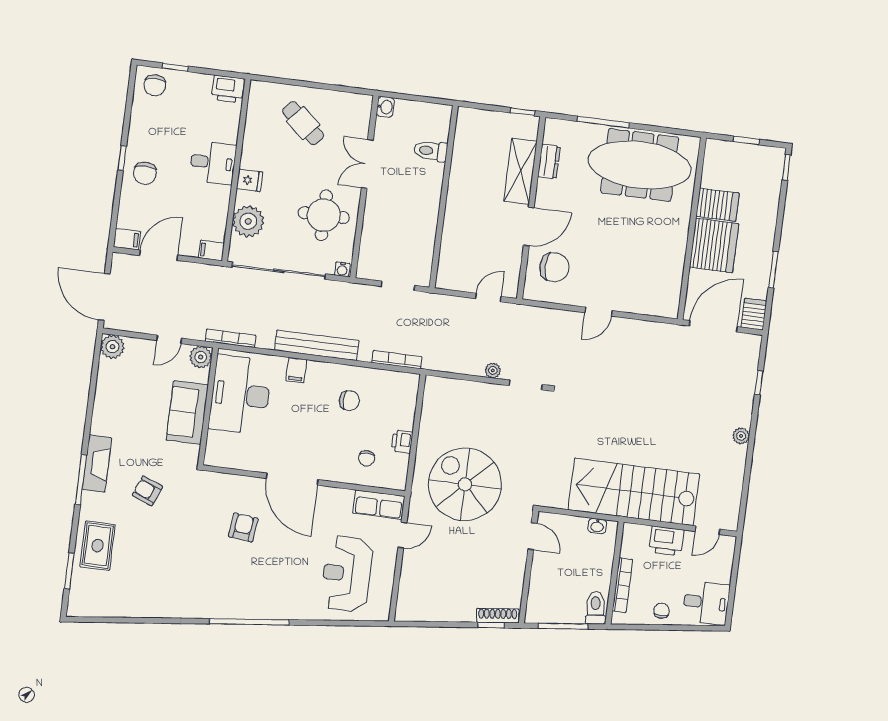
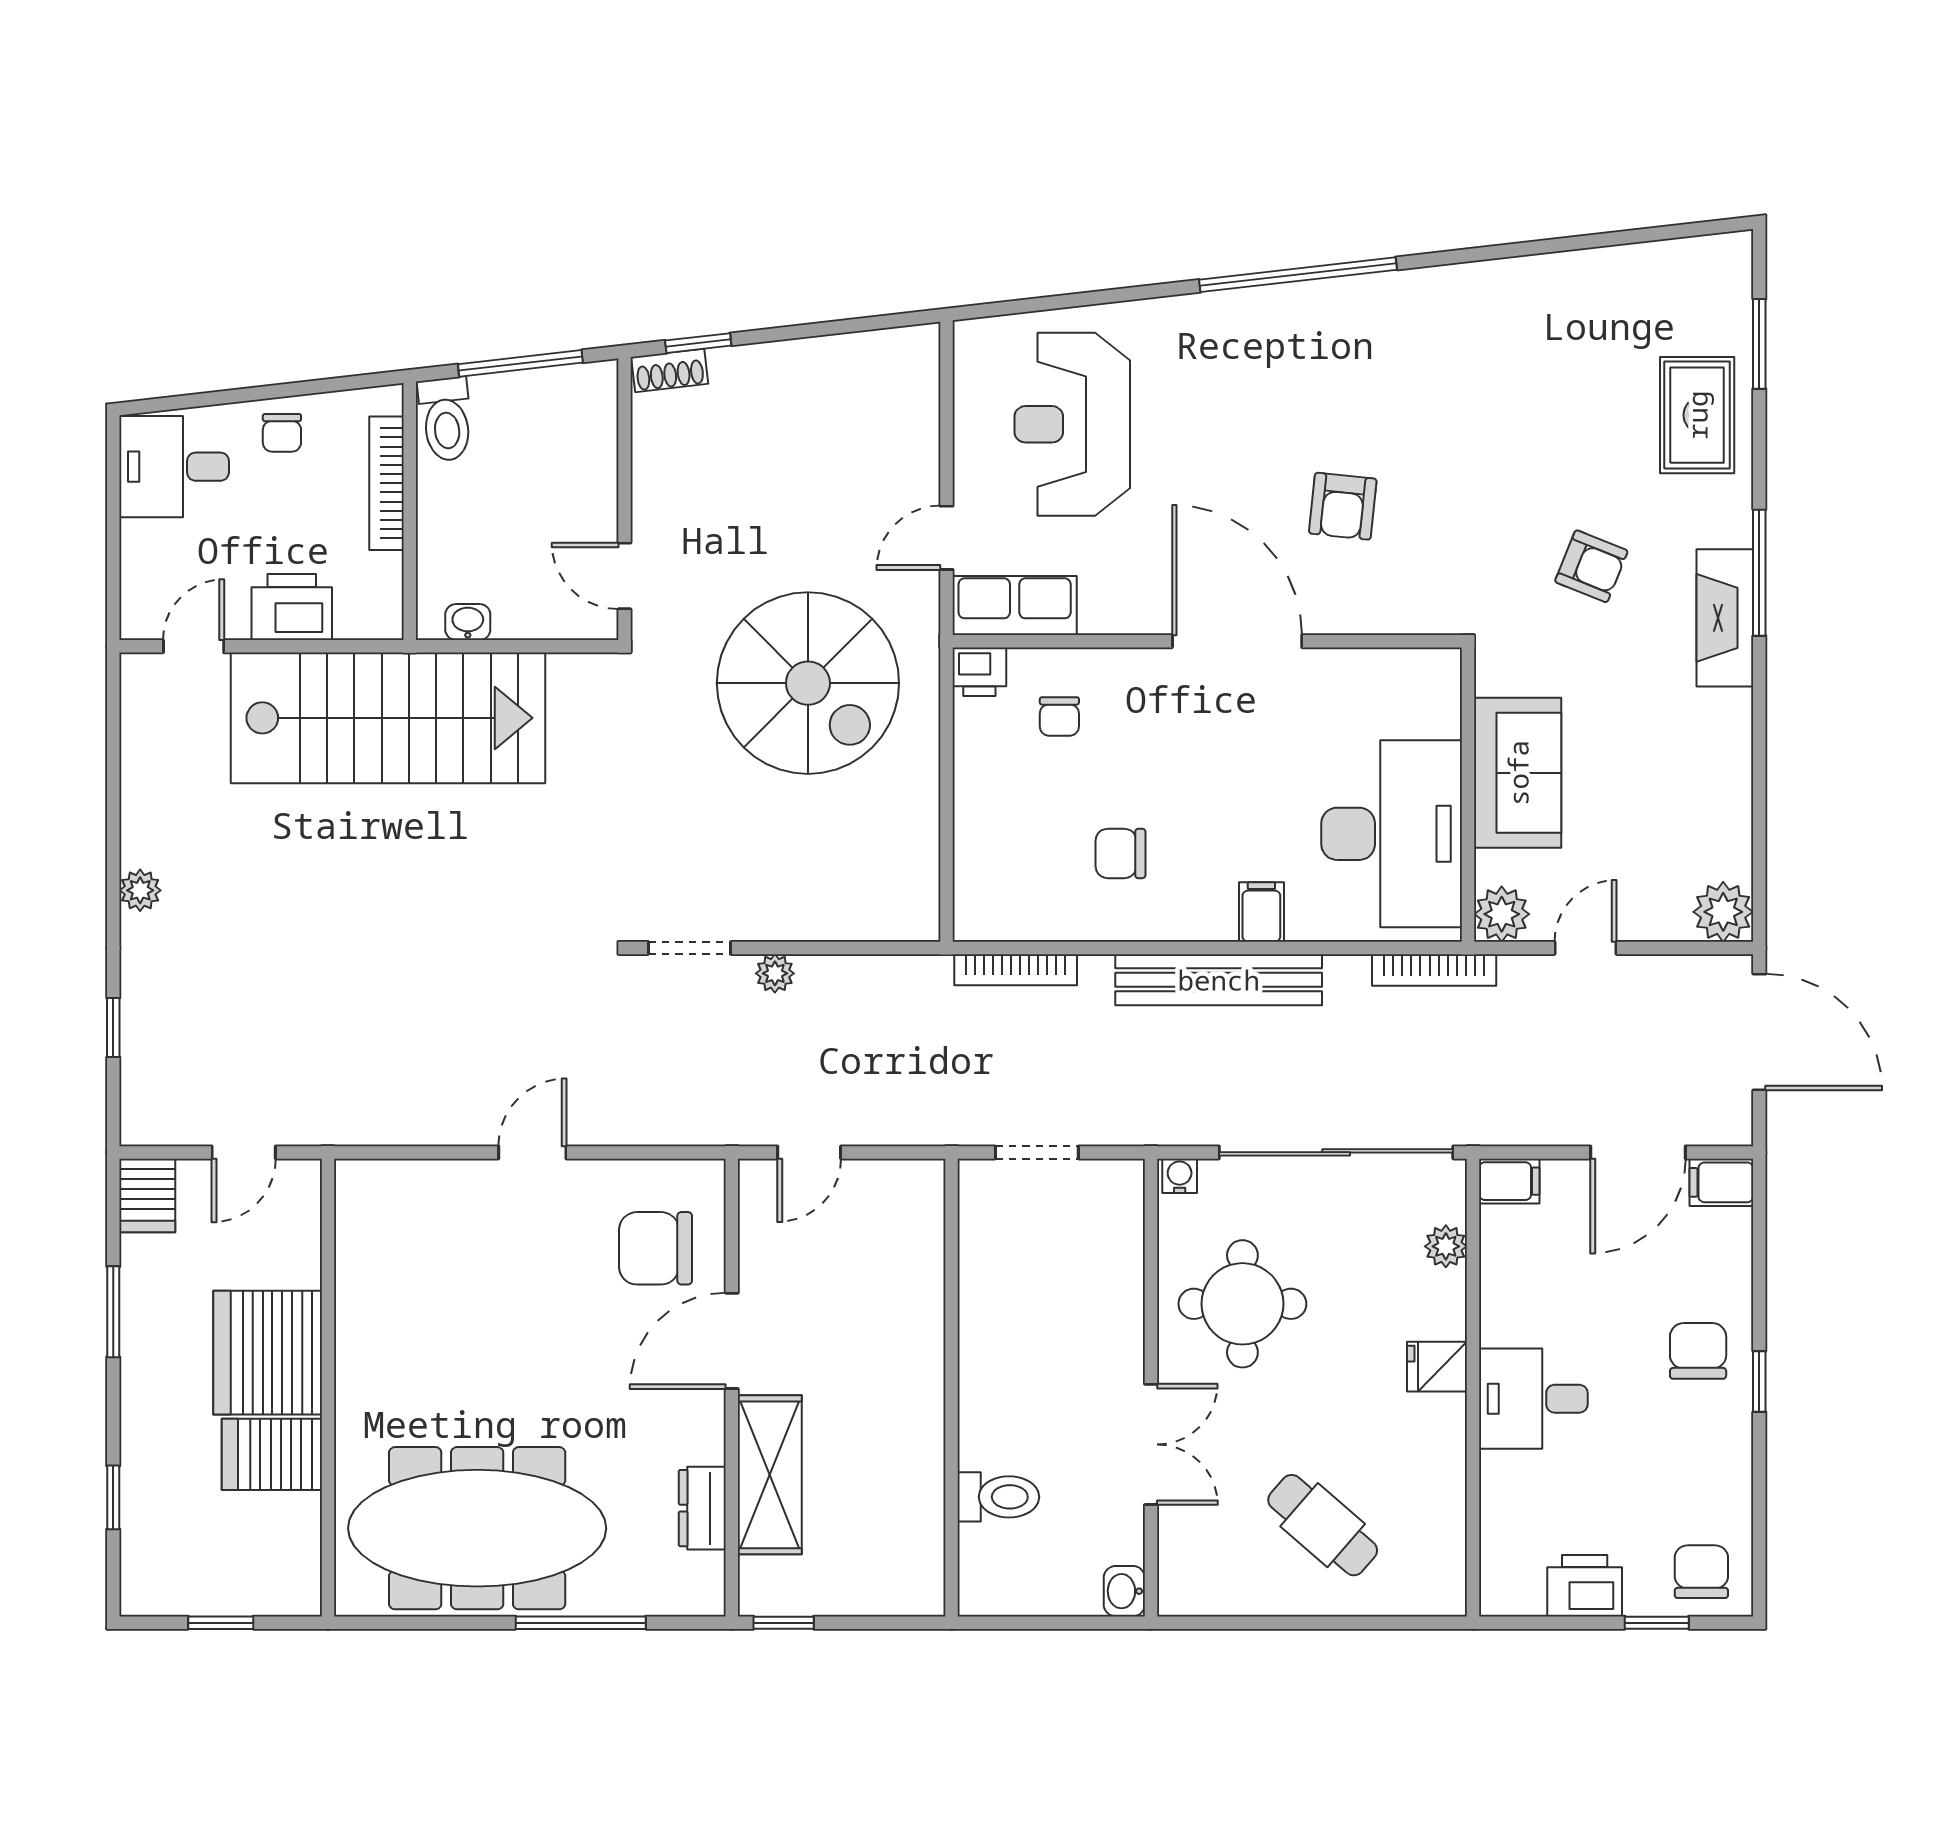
printer: (228, 89) -> (1585, 1586), moved
window: (786, 167) -> (113, 1497), moved
plant: (248, 221) -> (1446, 1246), width x0.53, depth x0.53
door: (713, 326) -> (244, 1152), width x0.53
printer: (402, 442) -> (979, 672), moved, turned 90
chair: (367, 458) -> (1059, 716), turned 180
reception desk: (347, 574) -> (1072, 424), turned 180
shoe rack: (498, 616) -> (670, 370), width x0.70

